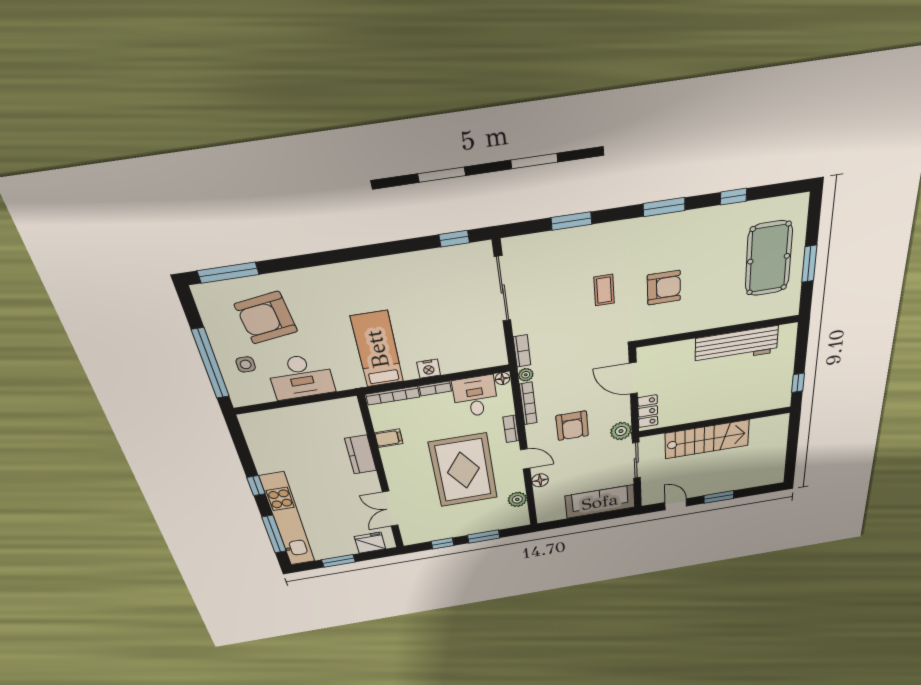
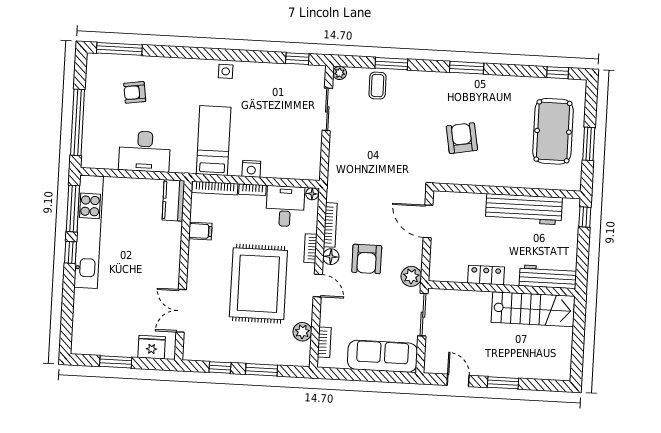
window: (733, 197) -> (558, 73), moved
armchair: (664, 288) -> (462, 138), turned -100
sliding door: (503, 289) -> (327, 109), width x0.73
coffee table: (604, 290) -> (378, 86), moved
armchair: (266, 318) -> (135, 92), width x0.53, depth x0.53
bookcase: (522, 351) -> (324, 342), moved
side table: (246, 364) -> (226, 71), moved
plant: (526, 375) -> (340, 73), moved
window: (798, 383) -> (585, 217), moved
workbench: (762, 402) -> (548, 277), added
locker: (648, 411) -> (486, 275), moved, turned -90
stairs: (707, 439) -> (533, 309), moved
kitchen counter: (361, 455) -> (173, 200), moved
floor lamp: (540, 480) -> (331, 257), moved
kitchen unit: (288, 520) -> (89, 232), moved
window: (274, 534) -> (73, 209), moved

